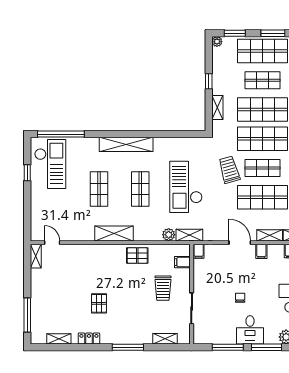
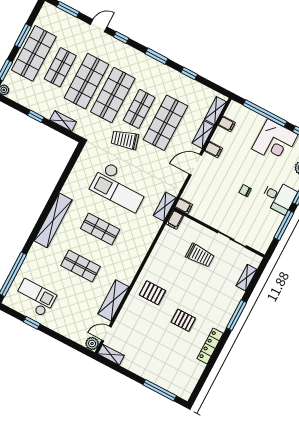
checkout: (50, 164) -> (35, 298), width x0.73, depth x0.83
shelving: (114, 233) -> (113, 300), moved
plant: (169, 235) -> (92, 343), moved
pallet: (137, 255) -> (152, 293), moved, turned 90
filing cabinet: (182, 262) -> (175, 220), moved
shelving: (59, 339) -> (196, 373), removed
locker: (89, 339) -> (210, 346), width x1.53

